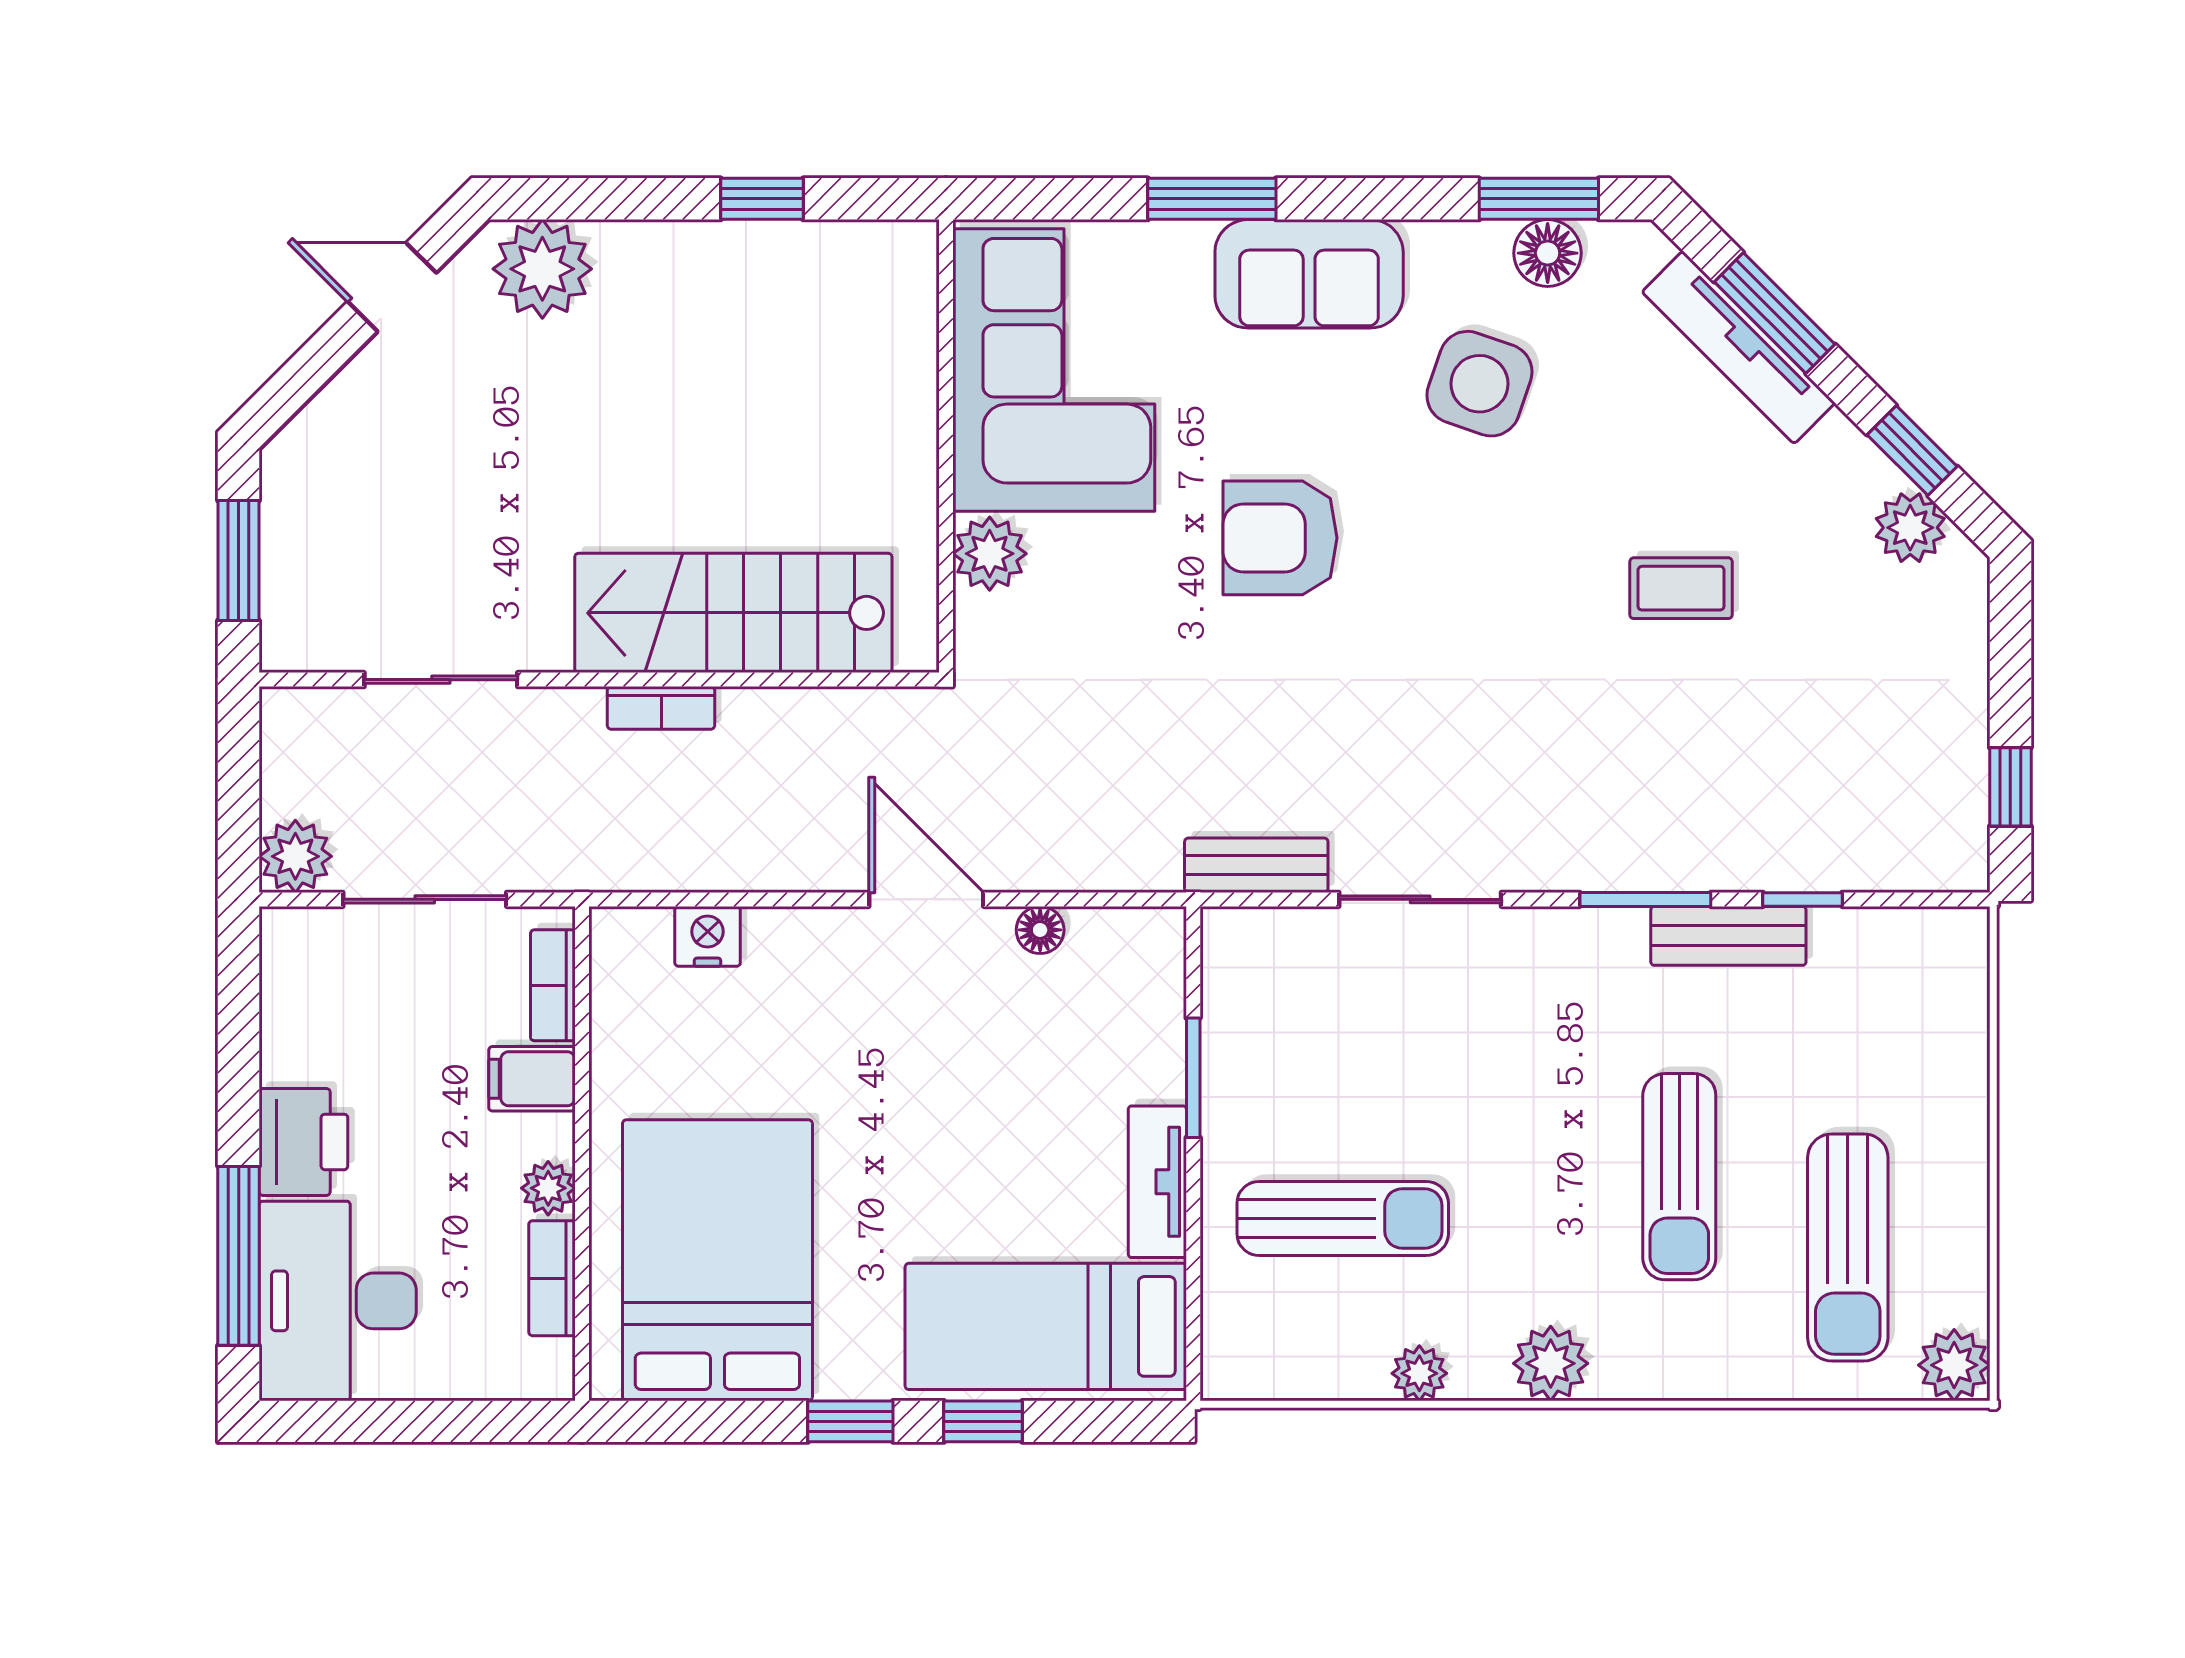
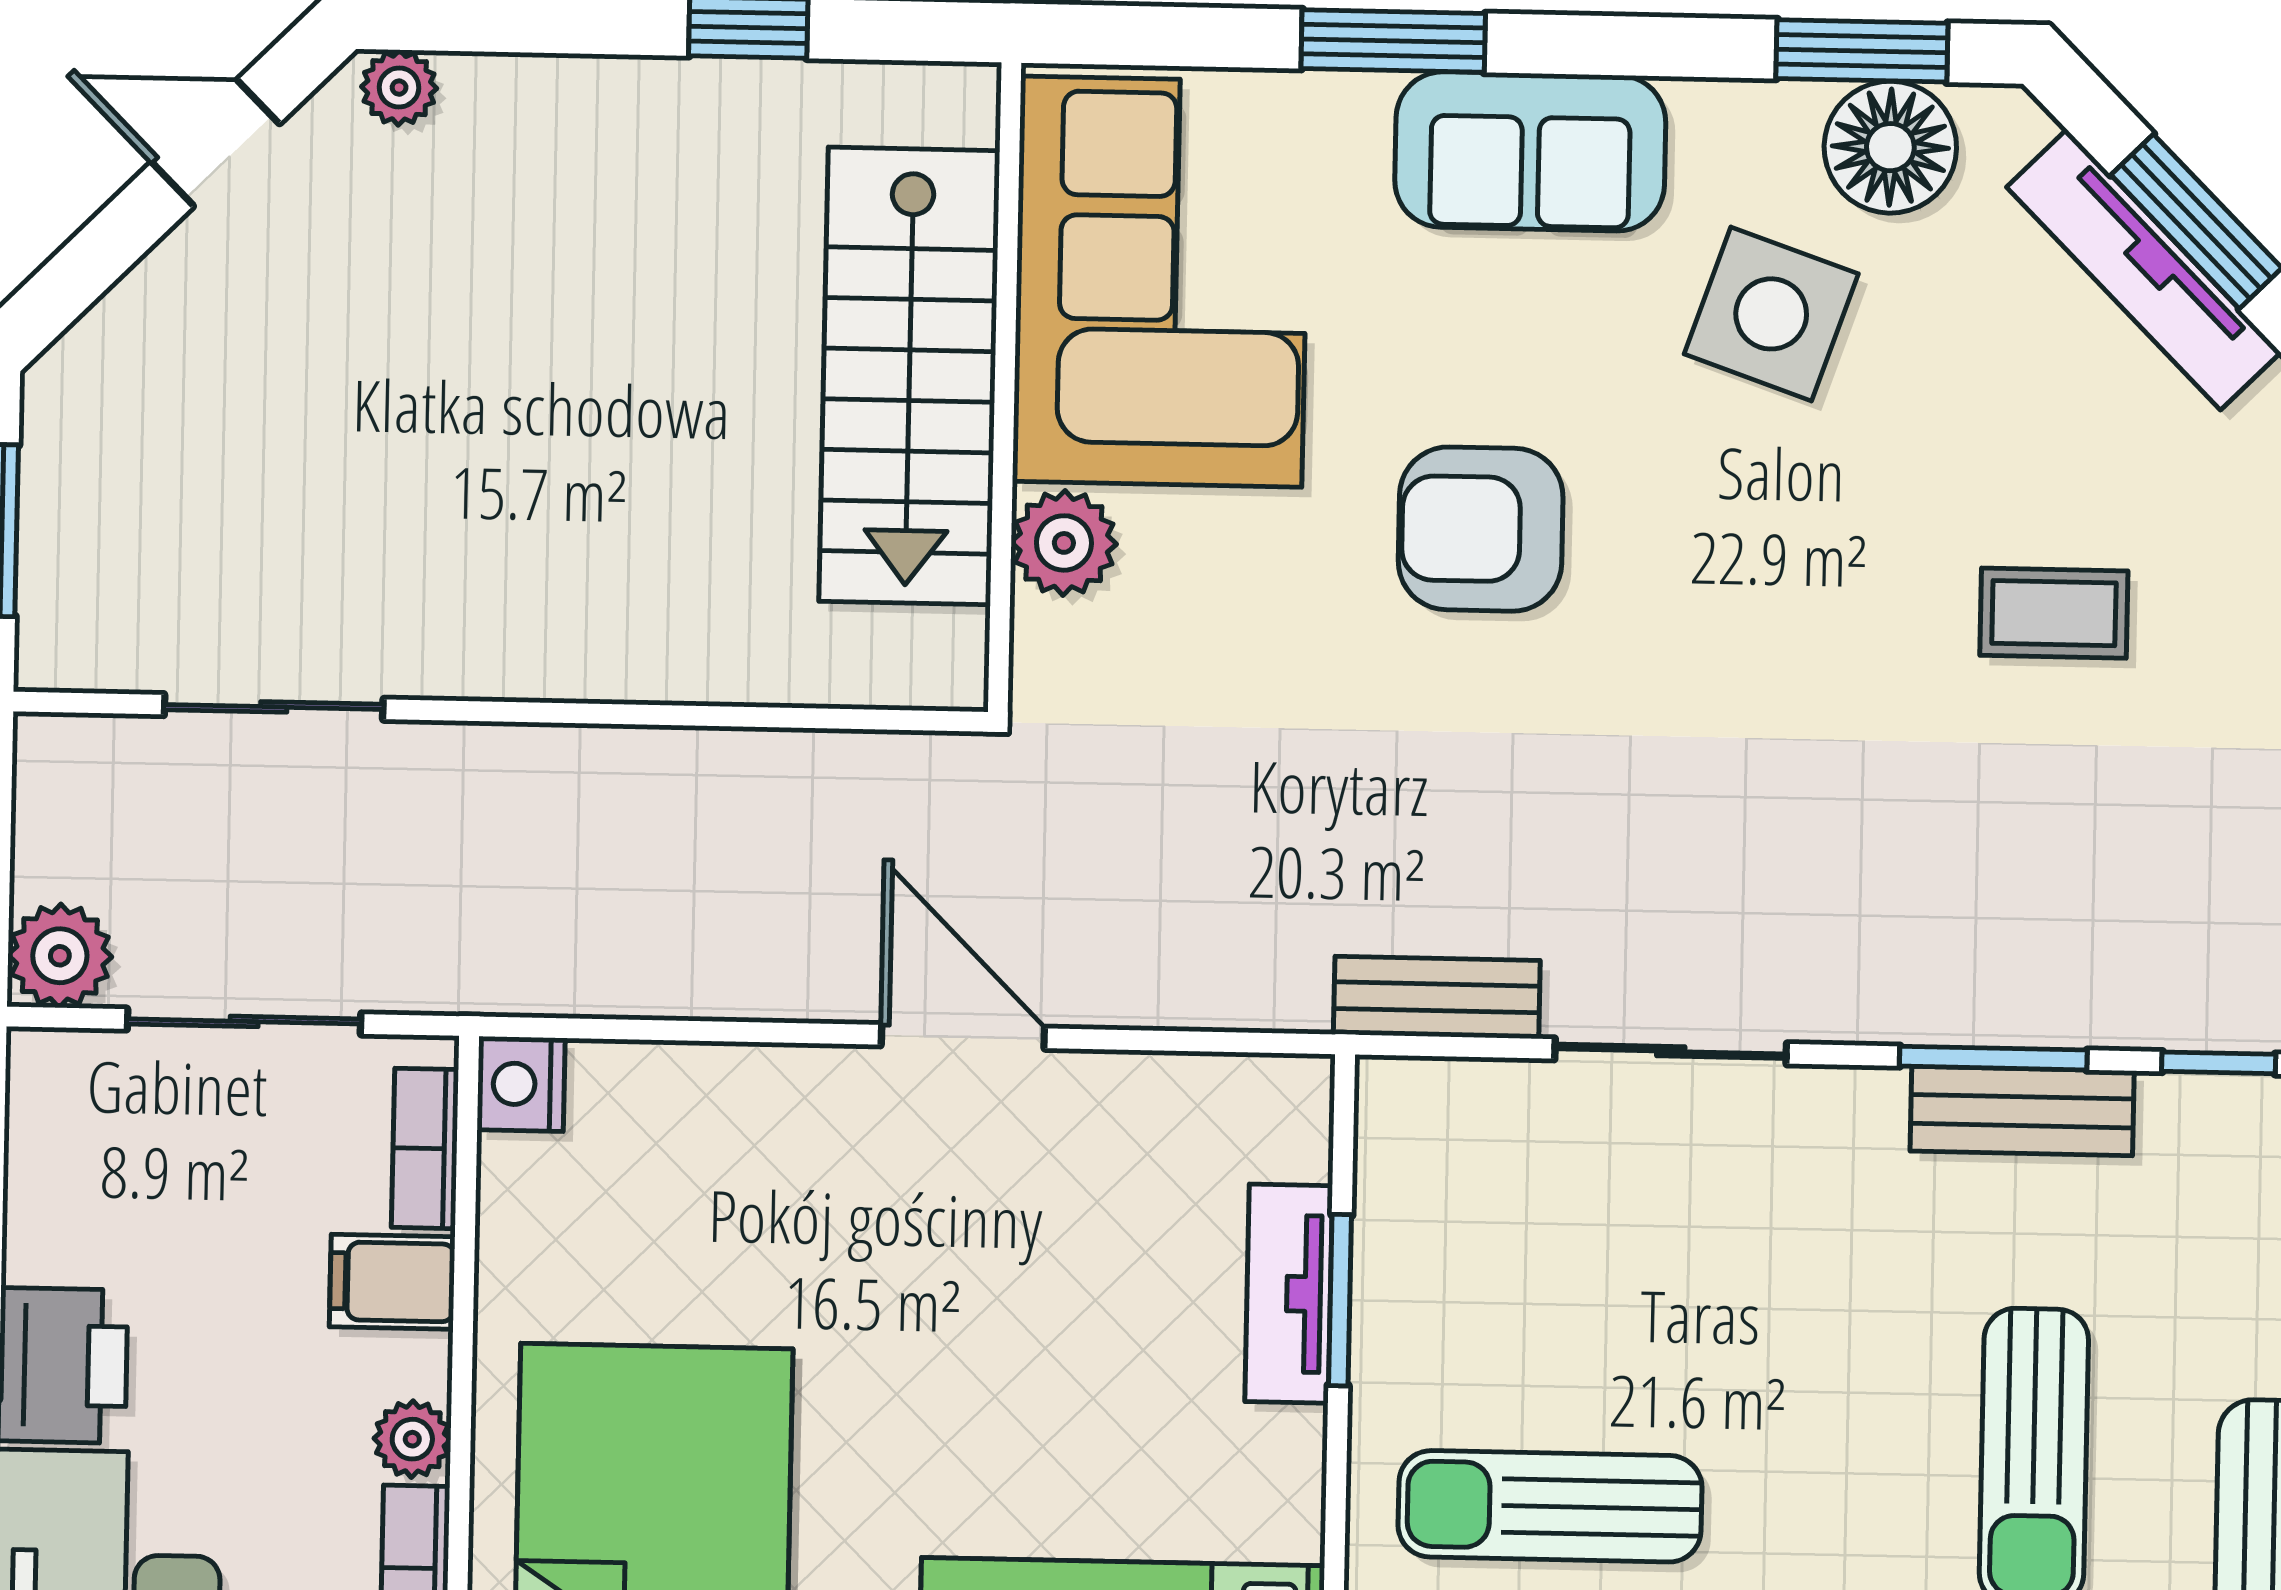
floor lamp: (1548, 253) -> (1890, 147), width x1.38, depth x1.38
plant: (542, 269) -> (399, 88), width x0.53, depth x0.53
stairs: (733, 613) -> (909, 376), moved, turned -90
bookcase: (661, 708) -> (588, 754), removed
floor lamp: (1040, 930) -> (1125, 1084), removed
nightstand: (708, 936) -> (521, 1084), moved, turned -90
bench: (1728, 936) -> (2022, 1111), moved
tv unit: (1157, 1182) -> (1289, 1294), moved
sun lounger: (1343, 1218) -> (1550, 1506), turned 180

